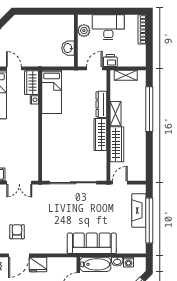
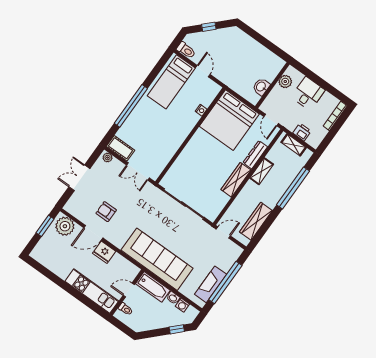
desk: (108, 27) -> (308, 94), width x0.73
printer: (110, 61) -> (302, 132), moved
door: (94, 68) -> (271, 120), swing flipped
wardrobe: (32, 83) -> (209, 94), removed
bed: (52, 92) -> (229, 120), width x2.04
wardrobe: (117, 144) -> (256, 221), moved, turned 180
fireplace: (139, 210) -> (211, 284), moved
armchair: (17, 232) -> (106, 212), turned -90
sofa: (92, 243) -> (157, 259), width x1.36, depth x1.27

